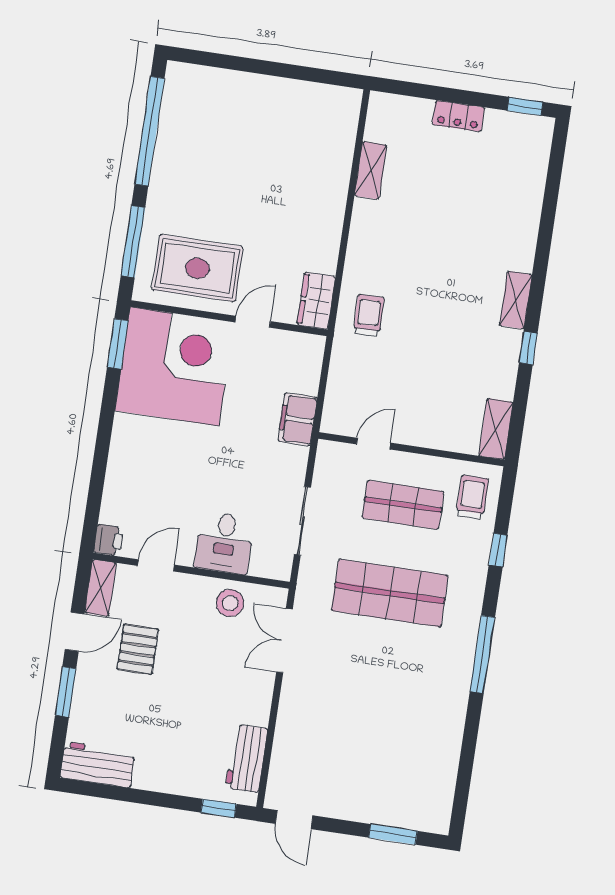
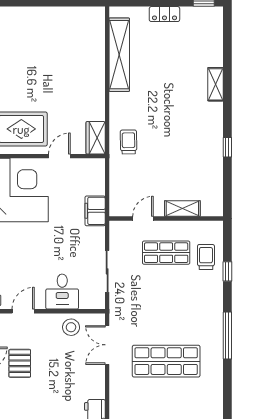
shelving: (371, 170) -> (119, 55), width x2.20, depth x1.33
shelving: (516, 300) -> (216, 84), moved
shelving: (496, 429) -> (182, 209), moved, turned 90
trolley: (472, 497) -> (206, 257), moved
shop shelf: (390, 593) -> (166, 361), moved

